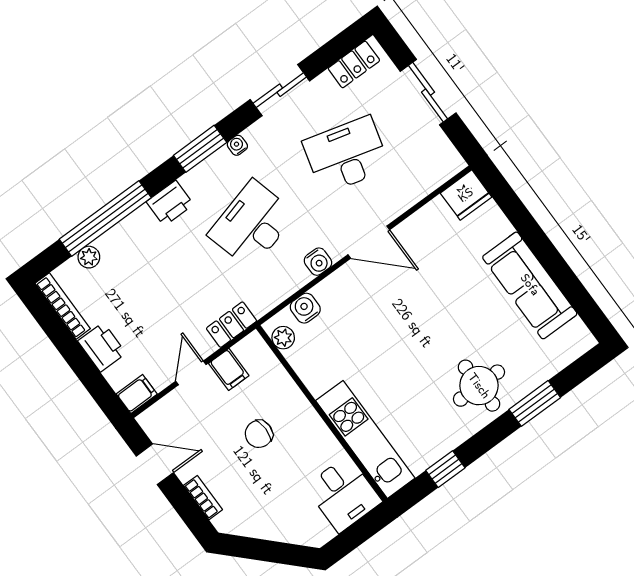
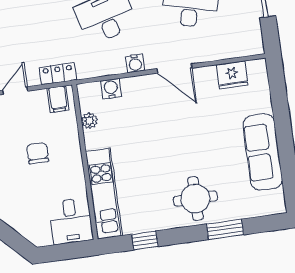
fridge: (466, 195) -> (232, 75), moved
plant: (283, 338) -> (89, 121), moved
filing cabinet: (229, 369) -> (58, 99), moved
chair: (259, 434) -> (38, 153), turned 90

